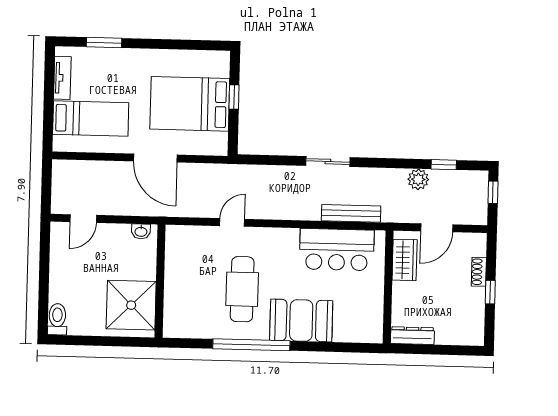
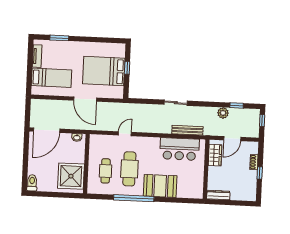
door: (83, 219) -> (47, 130), width x1.87
cafe table: (197, 294) -> (106, 171), added

